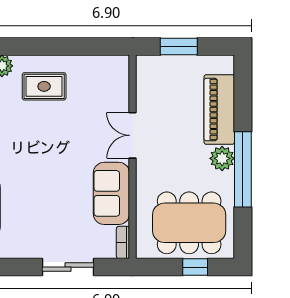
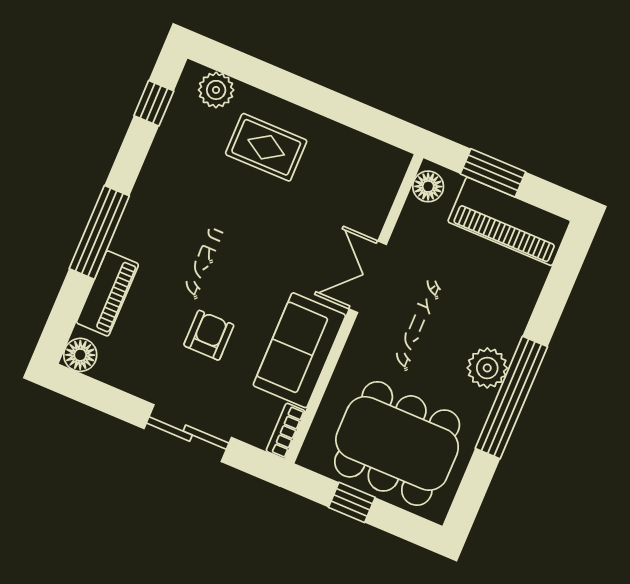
floor lamp: (145, 70) -> (428, 186), added
piano: (219, 109) -> (509, 221), moved, turned -90
armchair: (57, 207) -> (209, 335), added
window: (195, 267) -> (352, 502), moved

